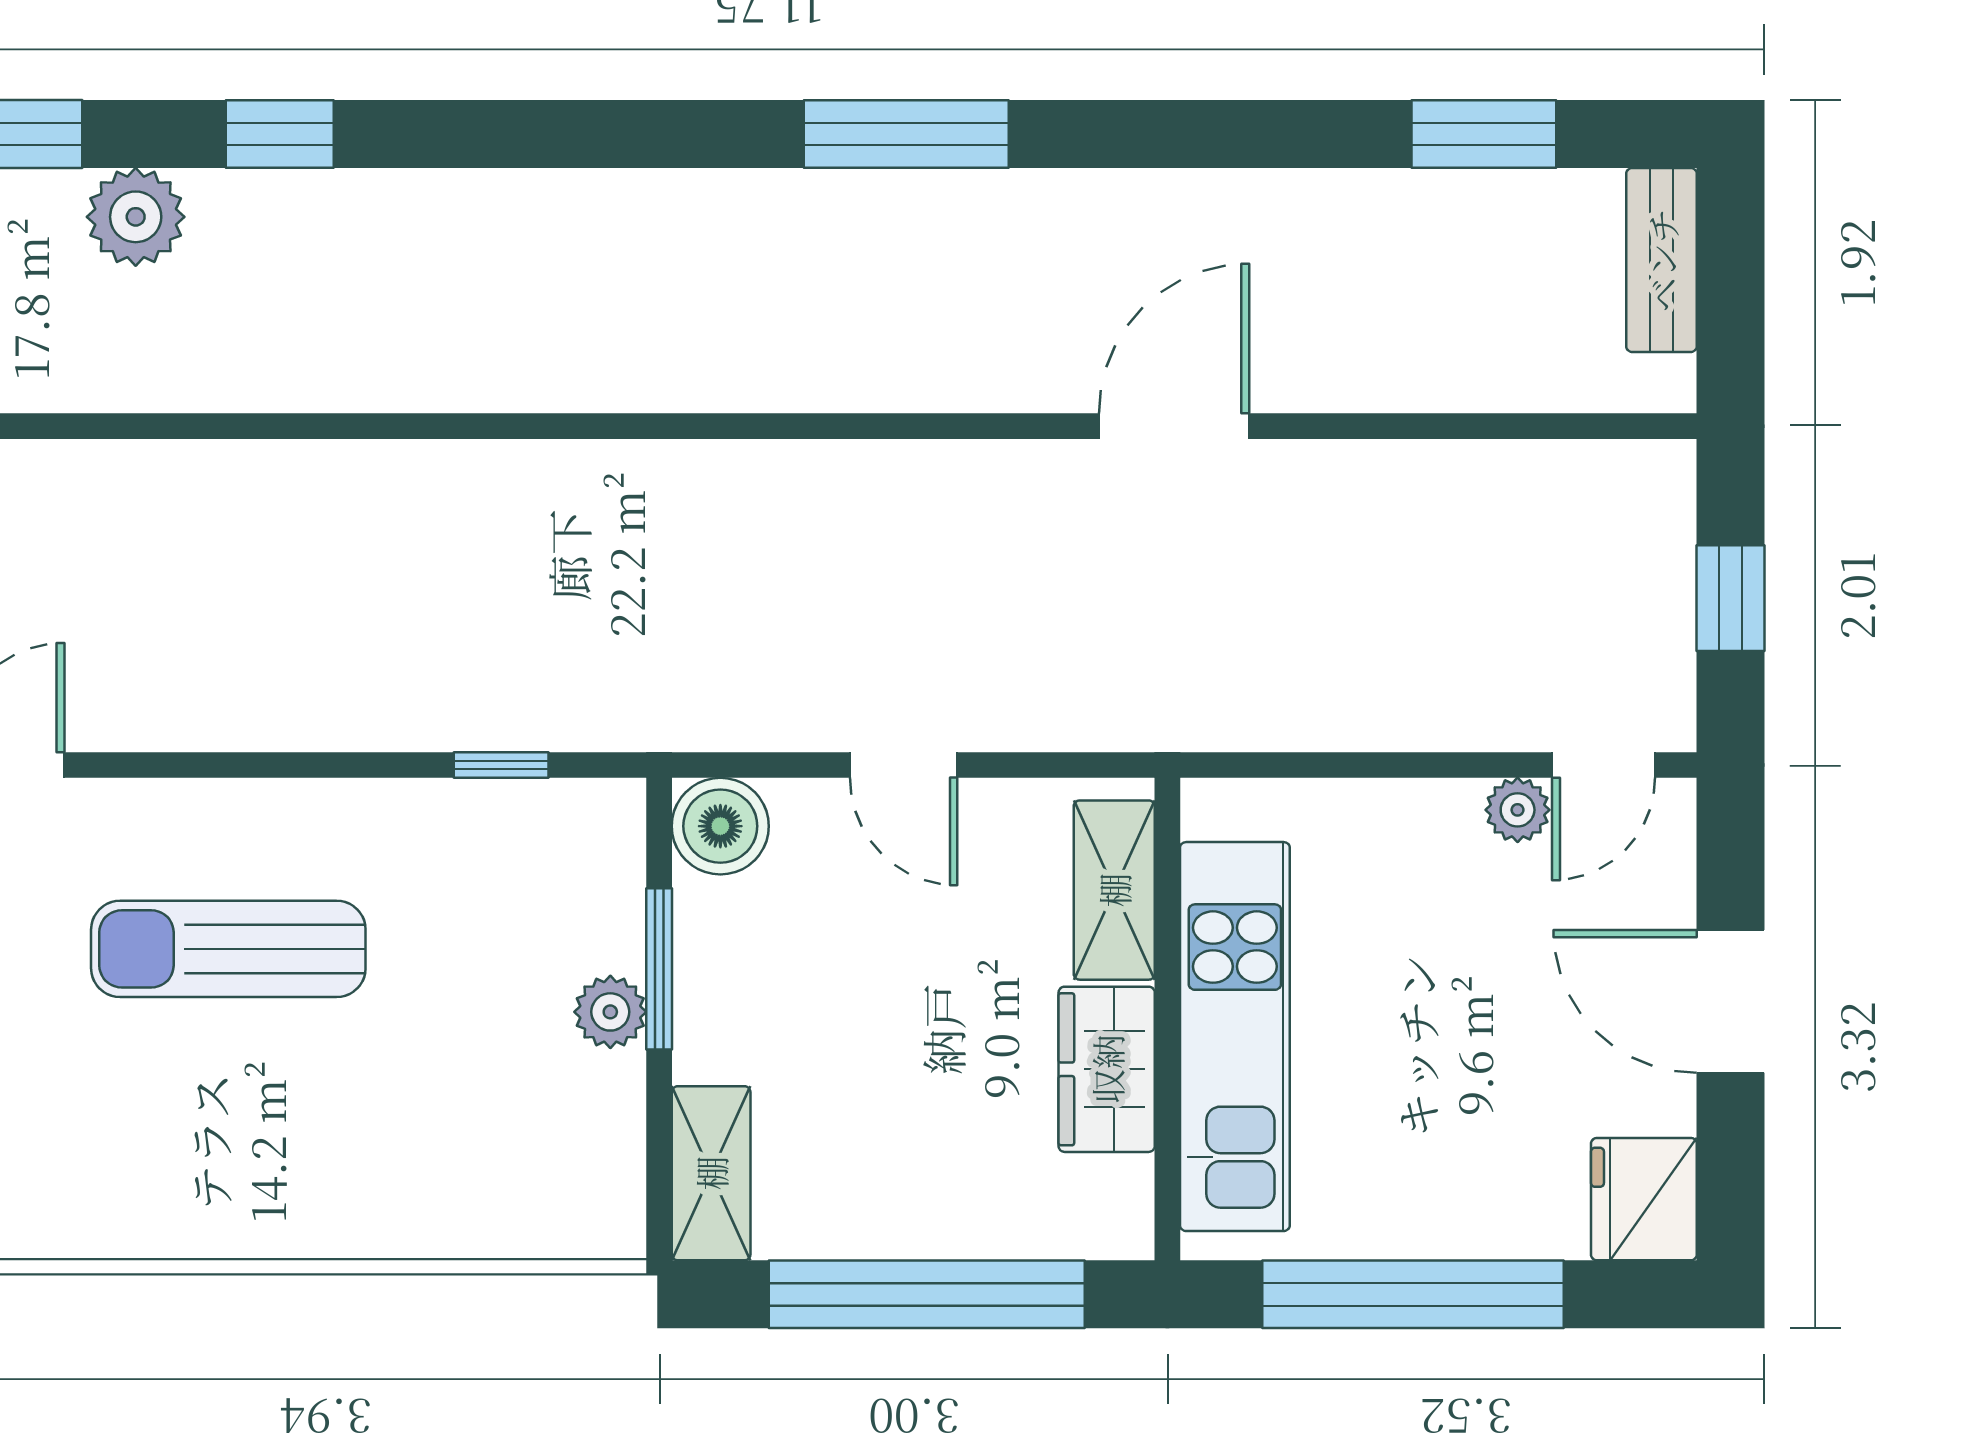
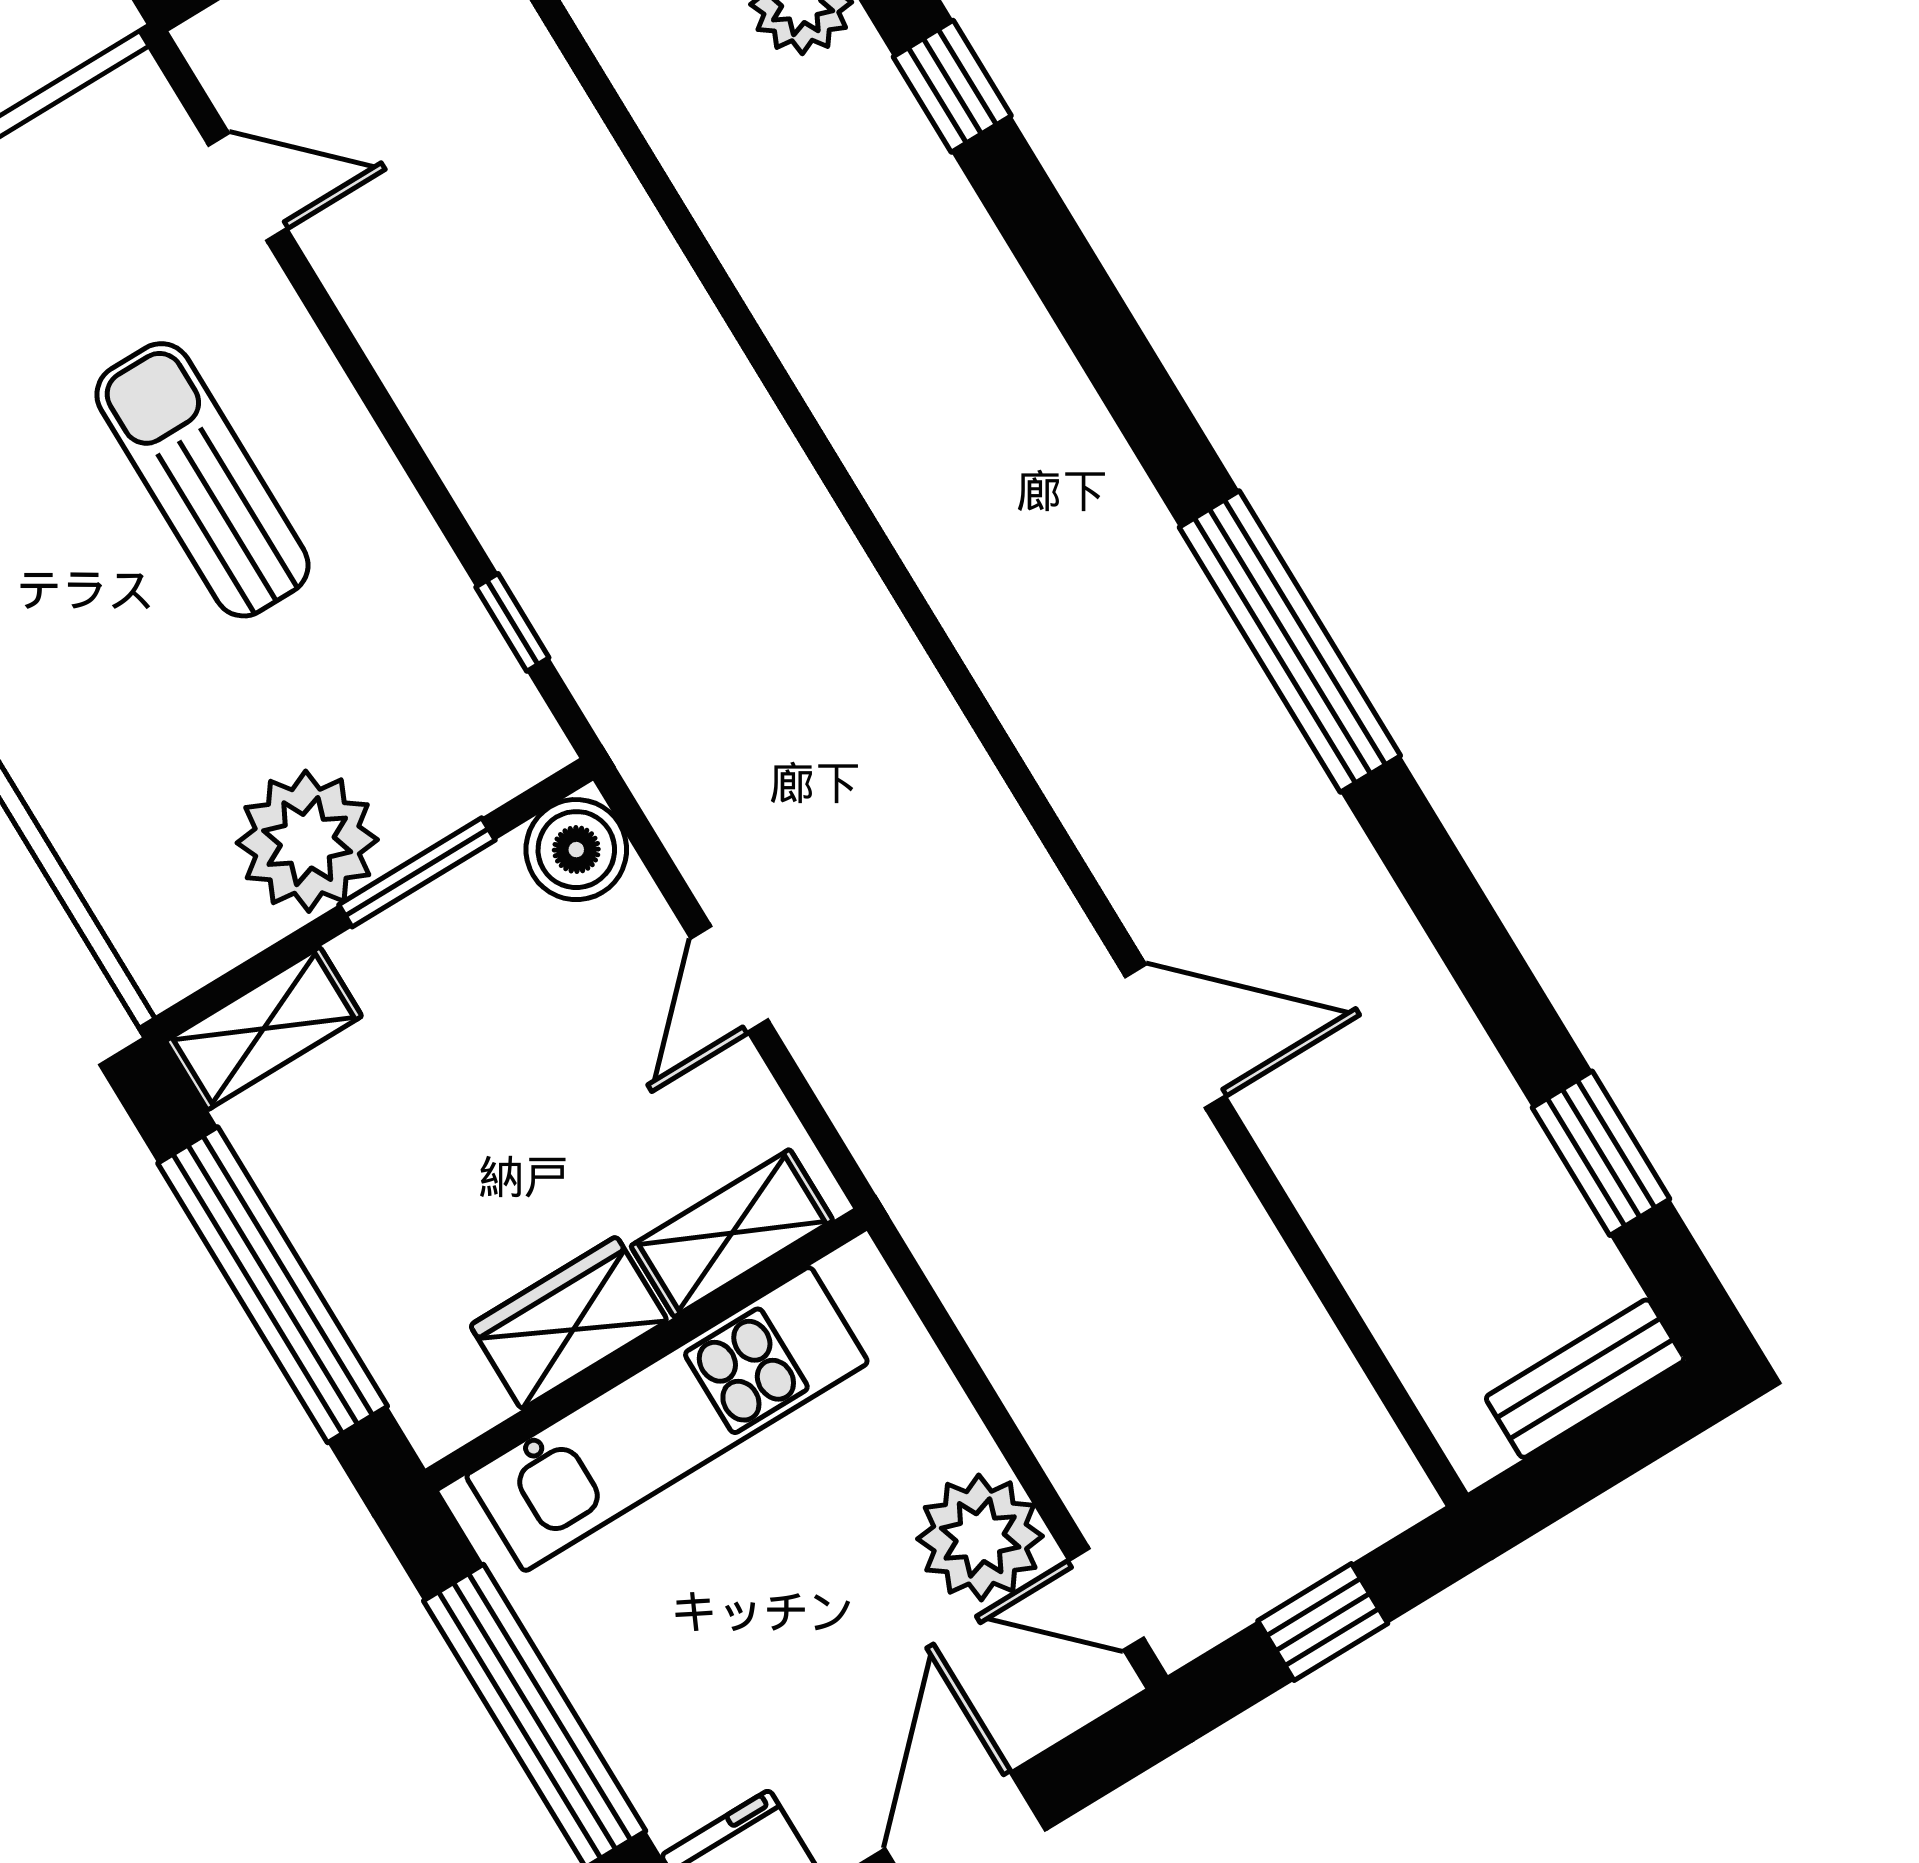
window: (906, 134) -> (1290, 641), width x1.46
plant: (1518, 810) -> (980, 1538), width x1.88, depth x1.88
plant: (610, 1012) -> (307, 841), width x1.87, depth x1.87

